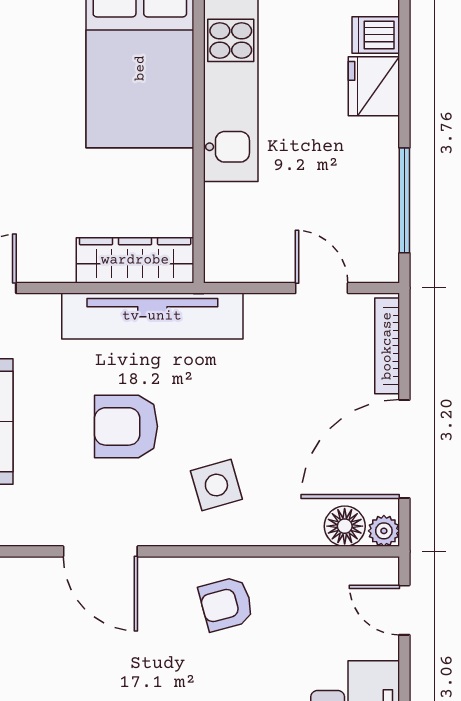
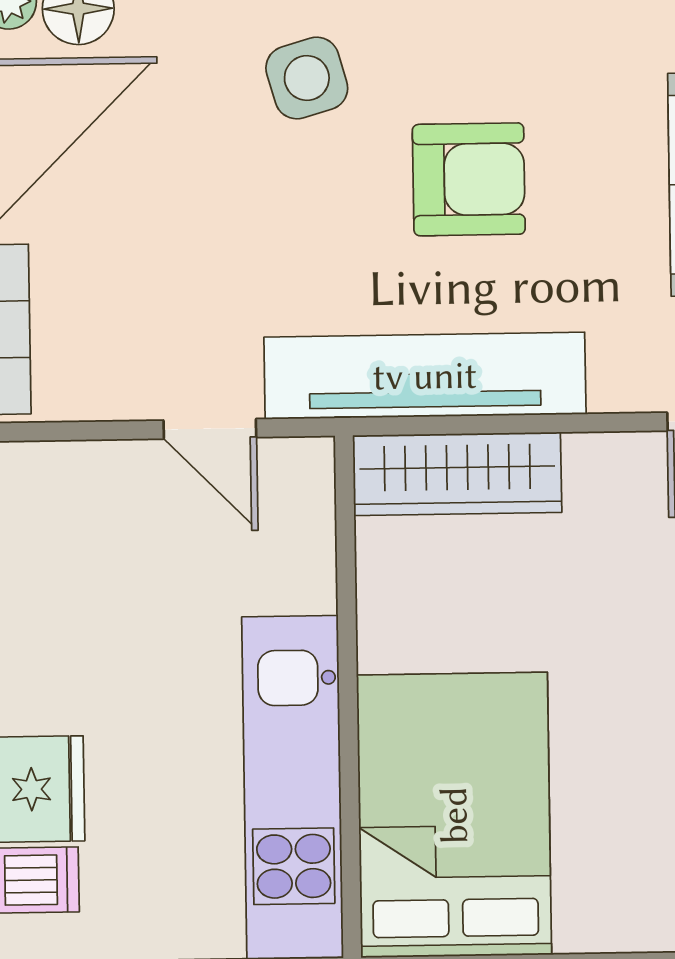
door: (322, 288) -> (210, 429), moved

